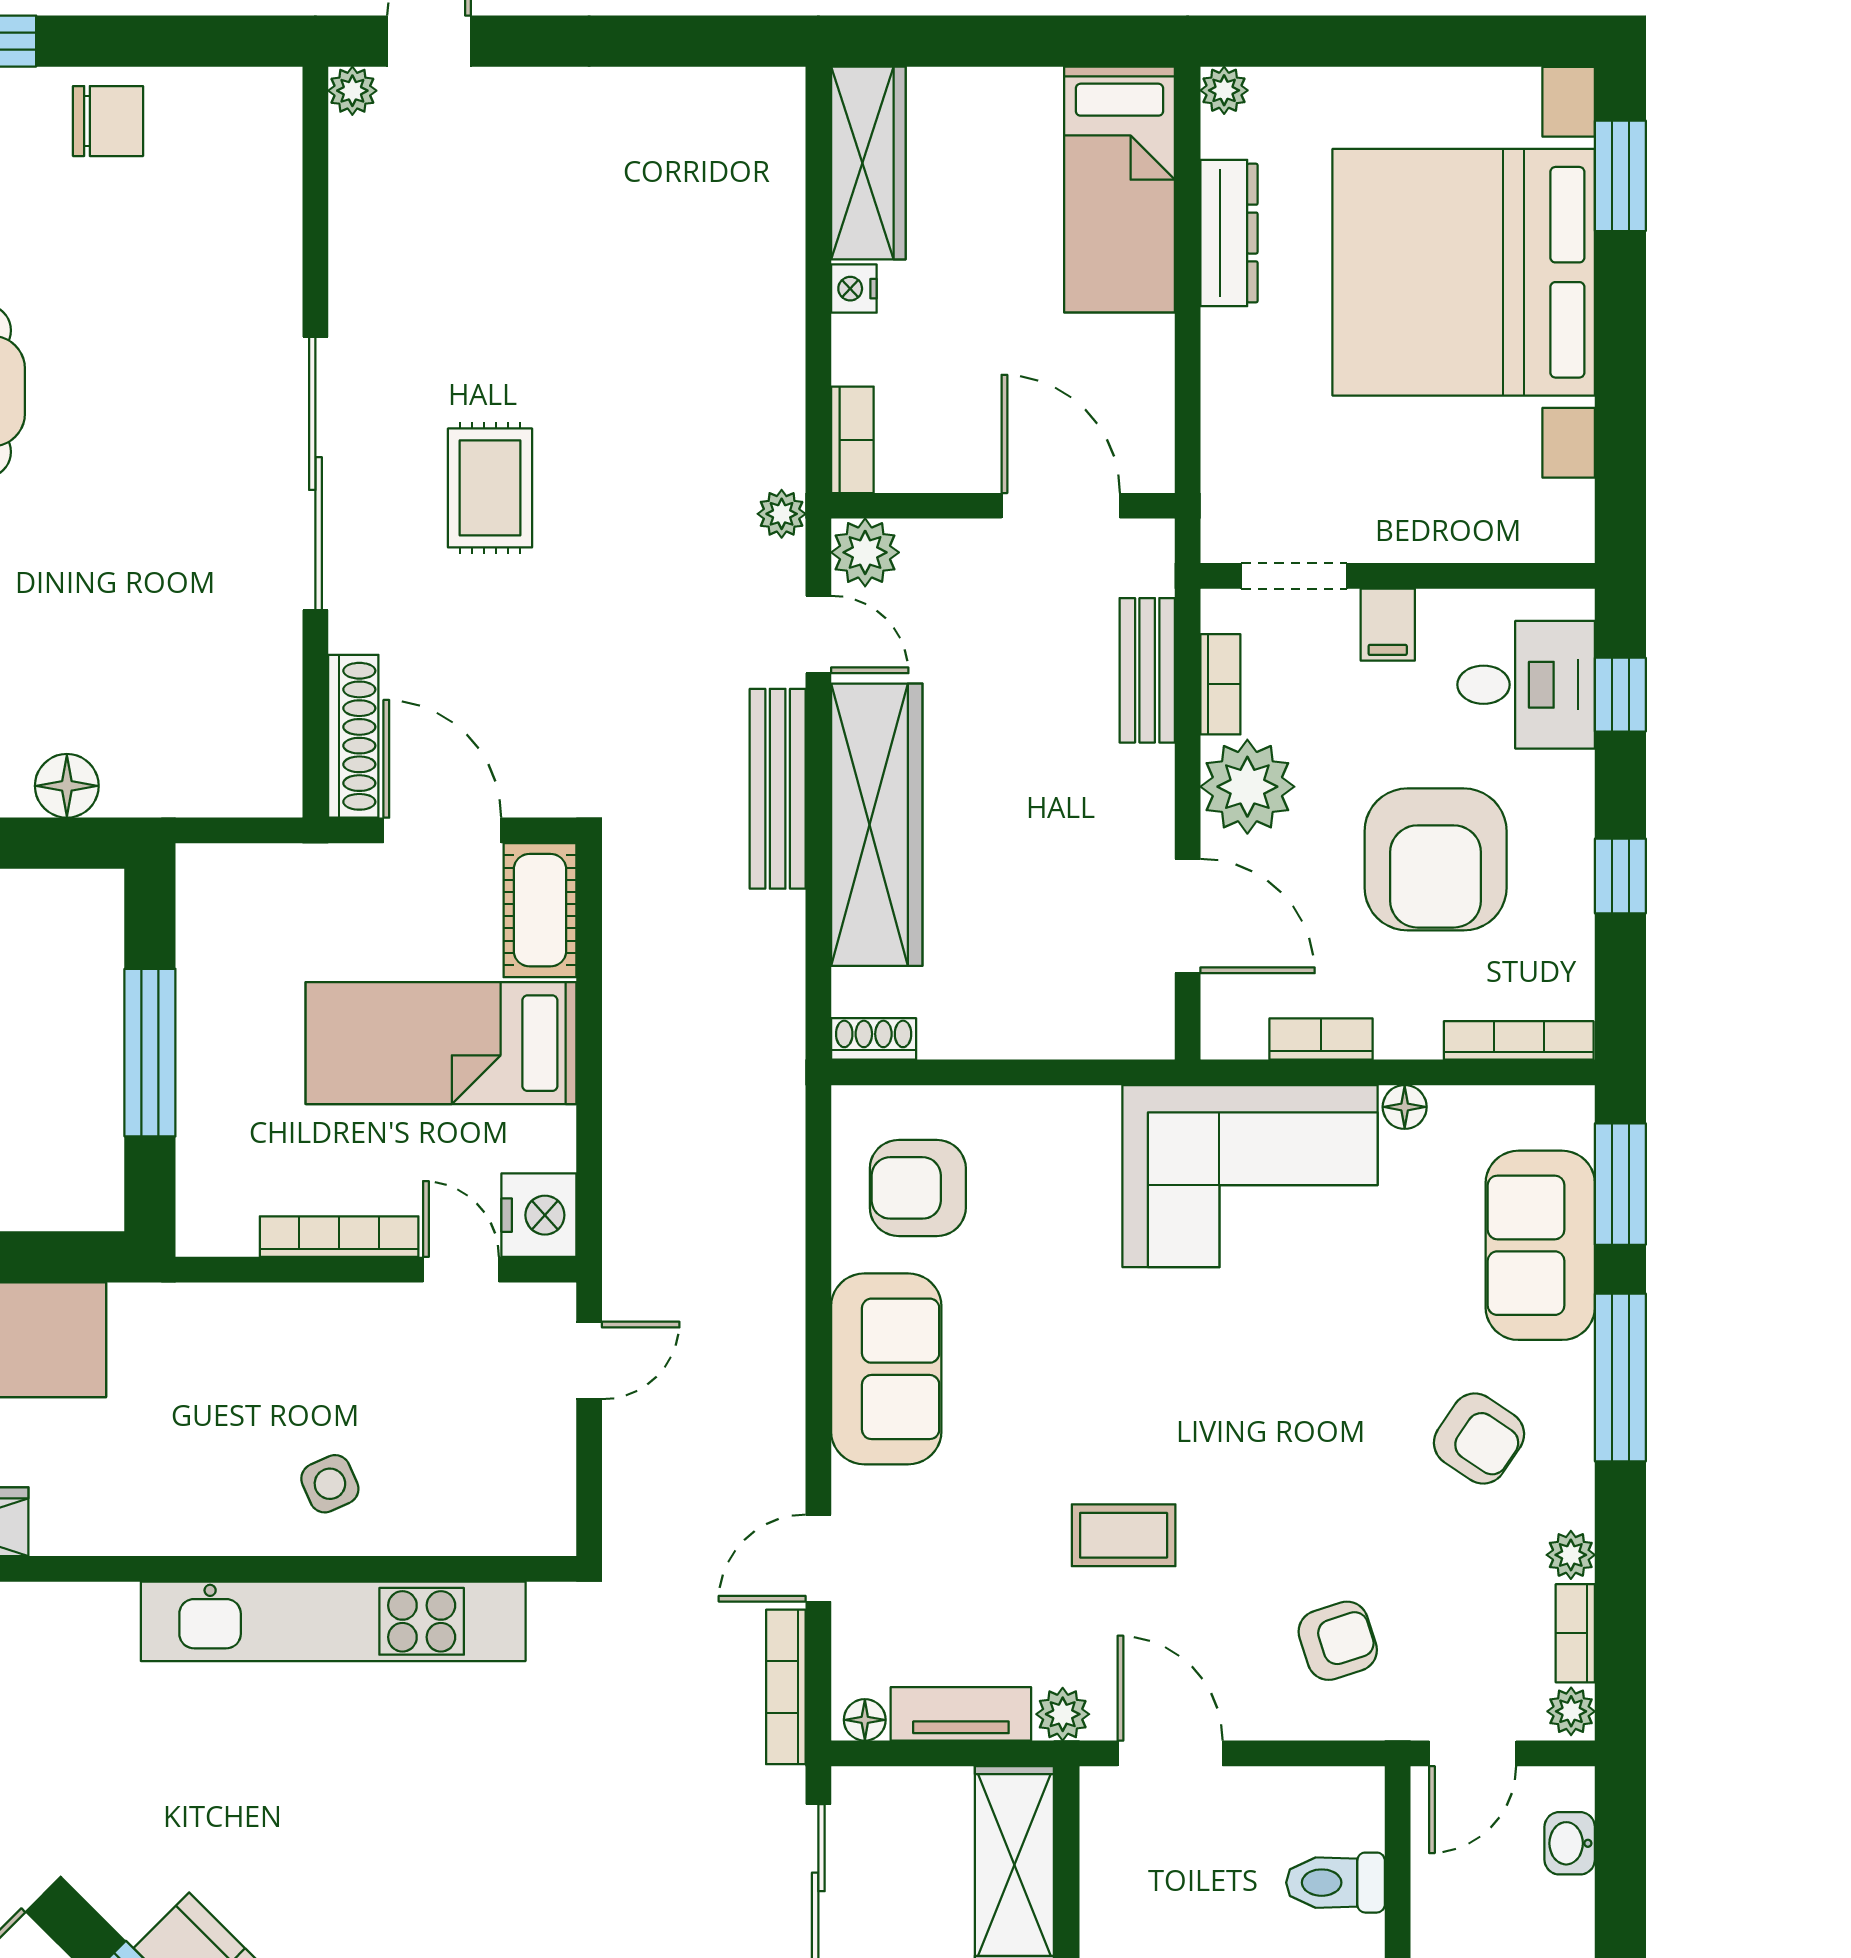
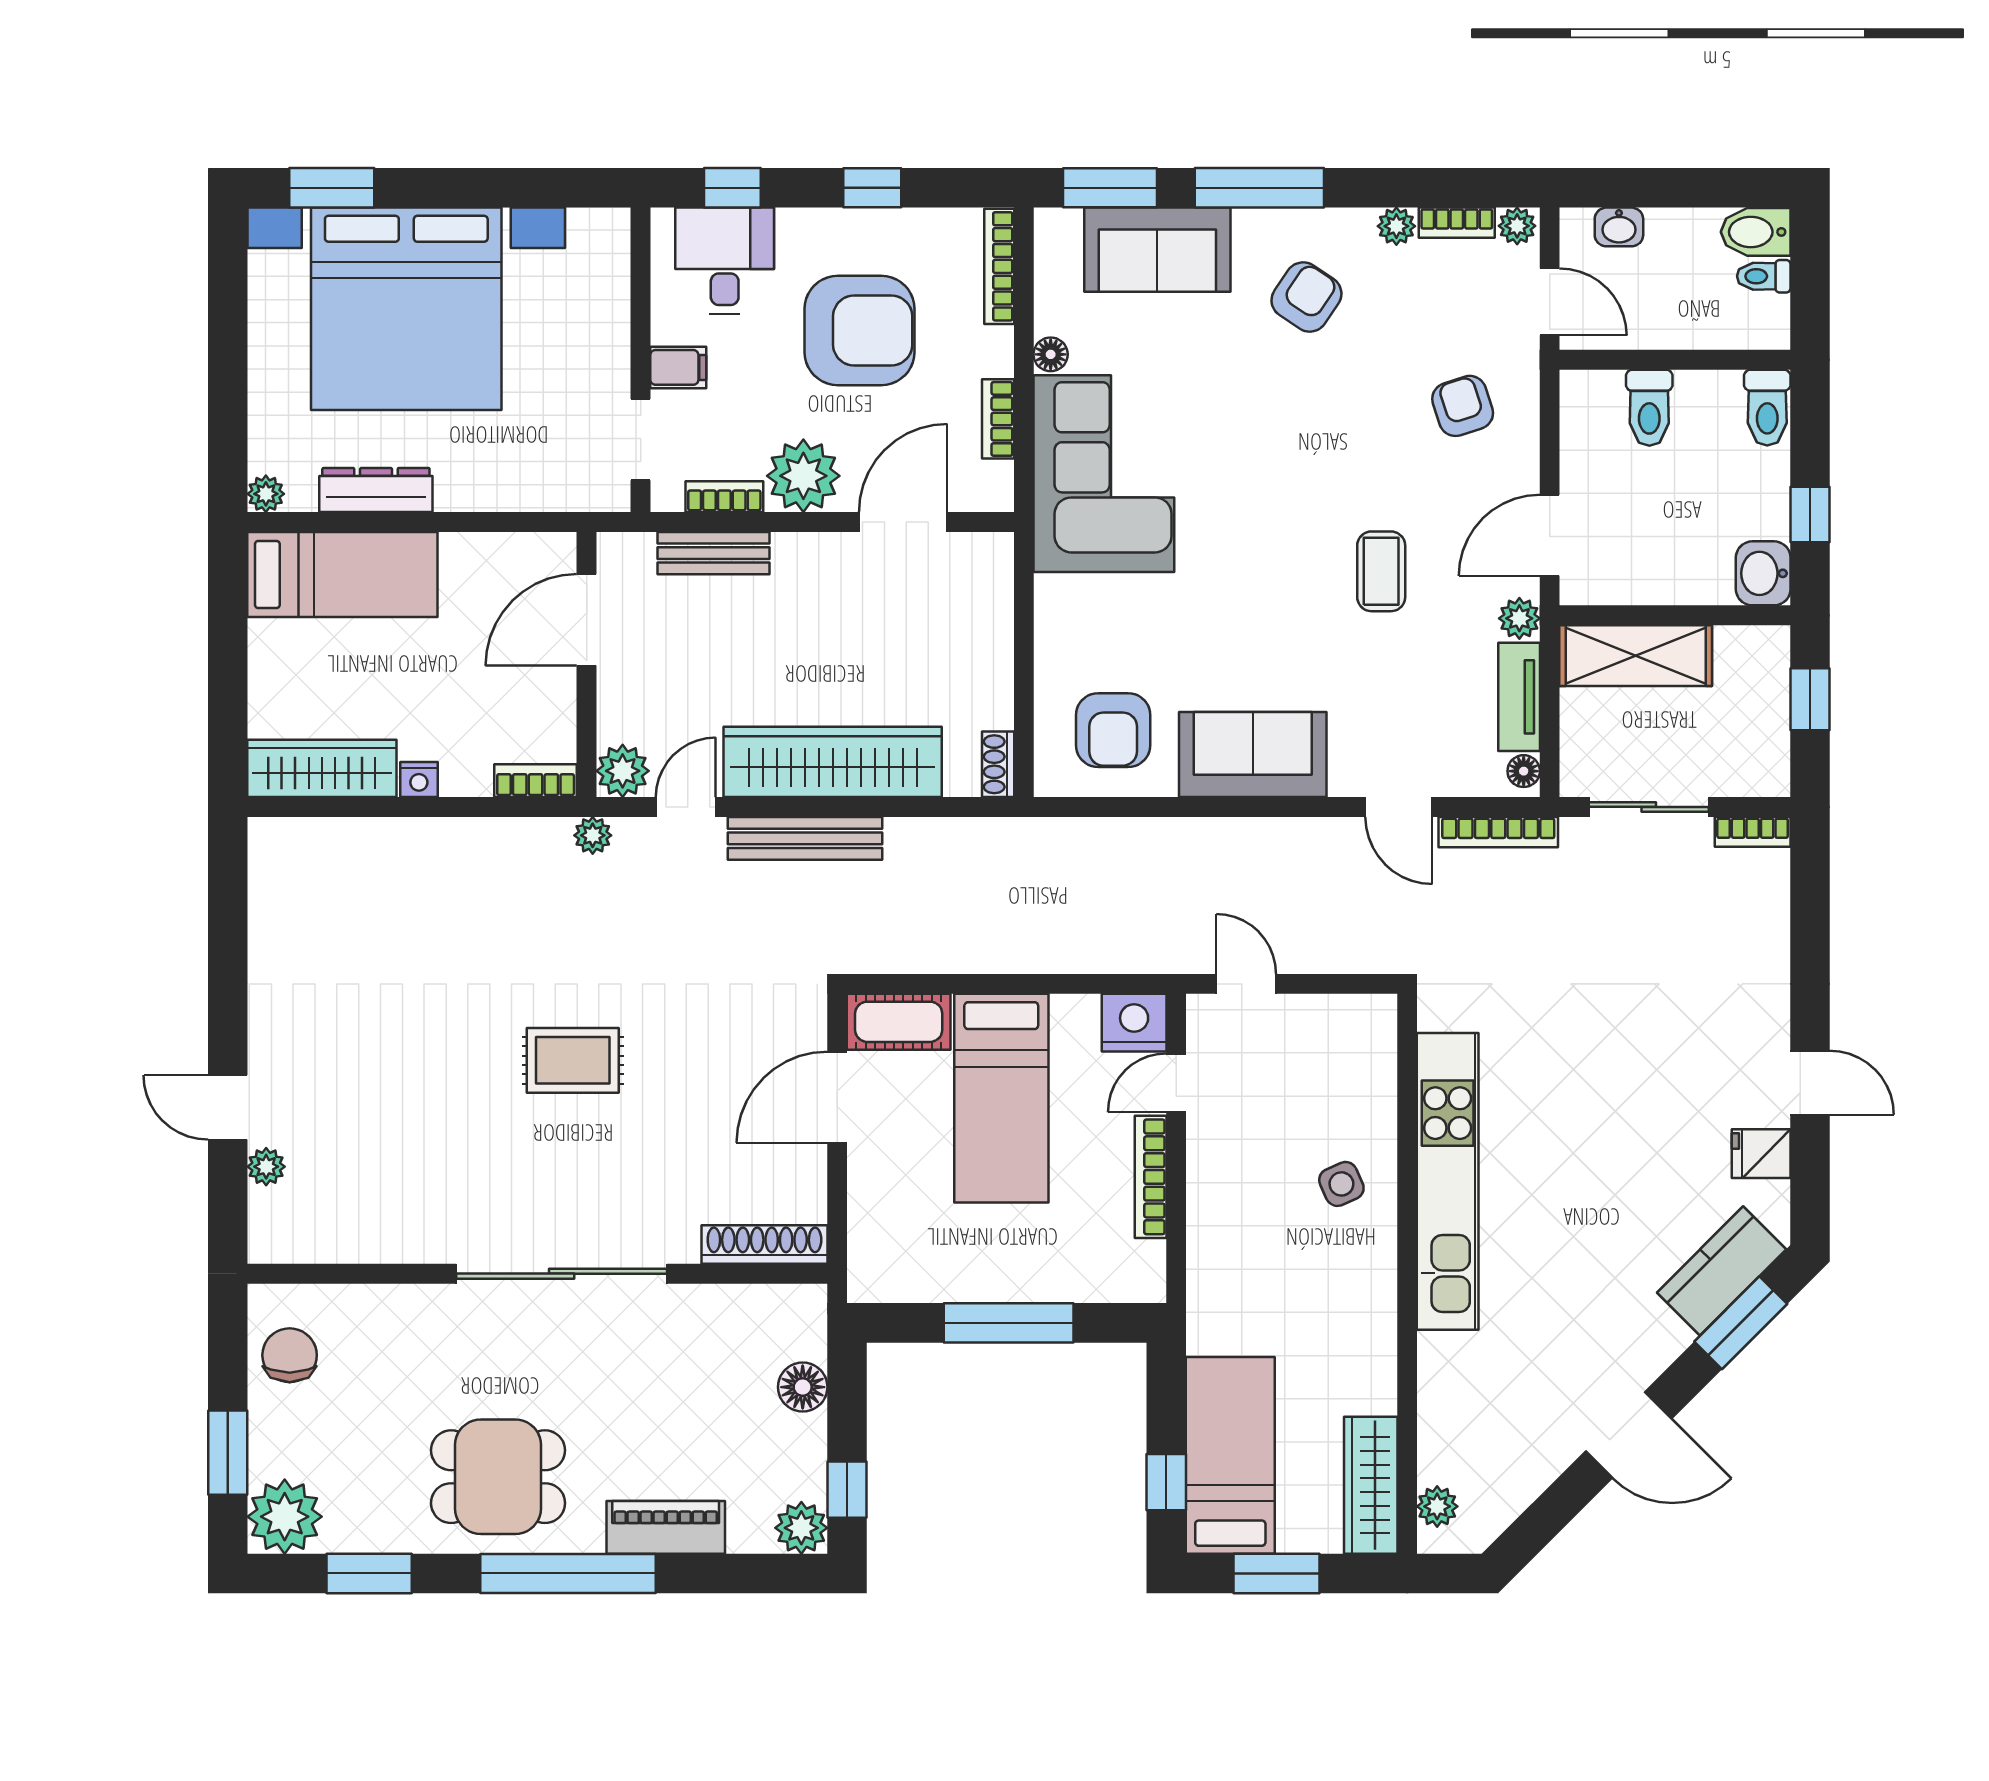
wall: (315, 442) -> (537, 1274), moved
sliding door: (315, 473) -> (562, 1274), moved
shoe rack: (353, 736) -> (764, 1245), moved

